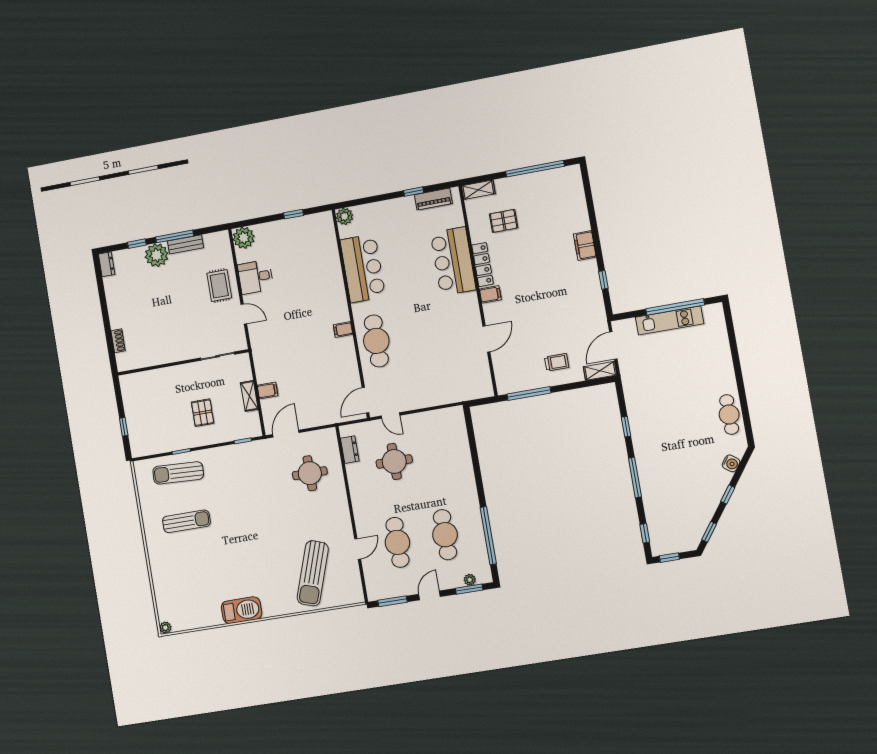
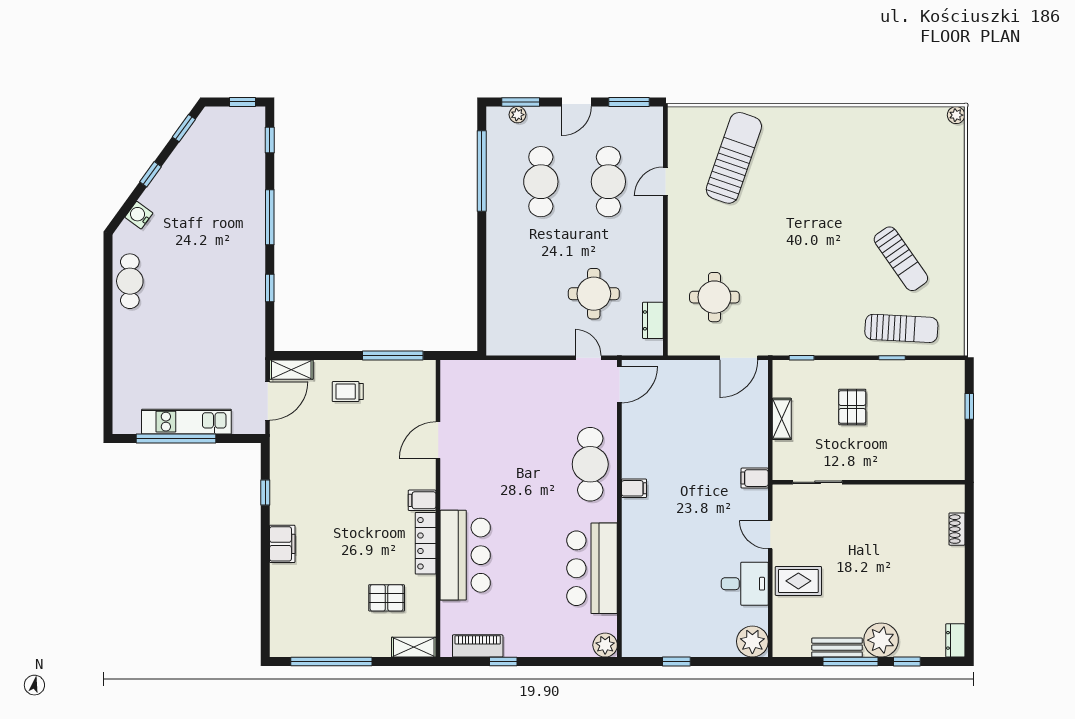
rug: (219, 286) -> (798, 581), turned 90
filing cabinet: (268, 391) -> (755, 478), moved
sun lounger: (186, 521) -> (901, 259), turned -125
barbecue: (242, 610) -> (843, 123), removed

